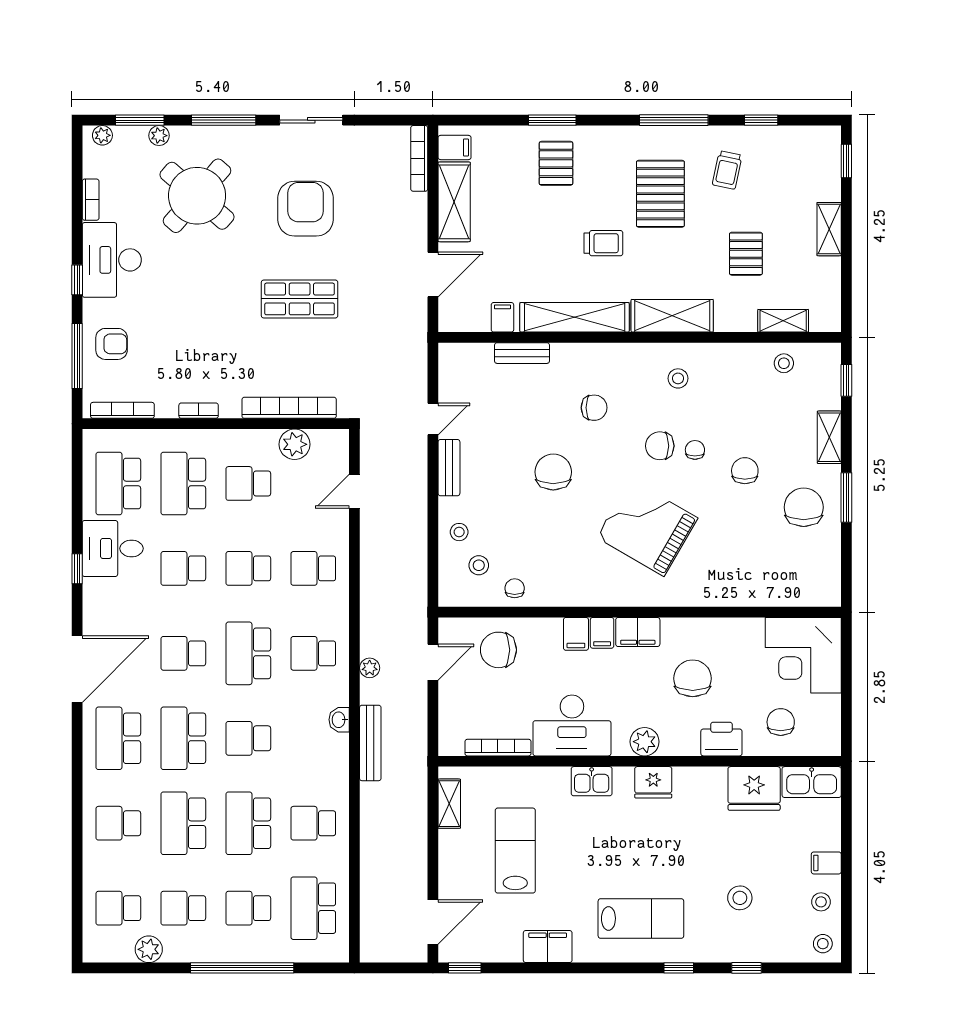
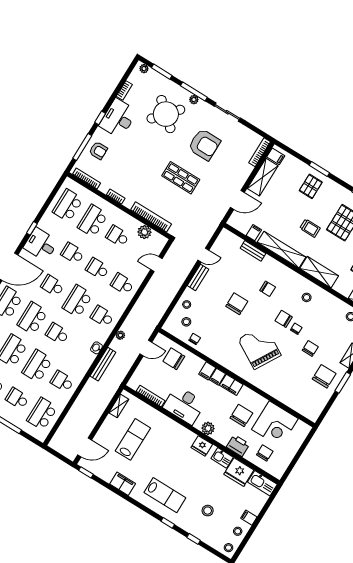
plant: (159, 136) -> (194, 100), moved
armchair: (305, 209) -> (204, 145), turned 90
desk: (113, 548) -> (41, 244), moved
corner desk: (803, 655) -> (275, 424), moved, turned -90
kitchen sink: (592, 781) -> (222, 458), moved

